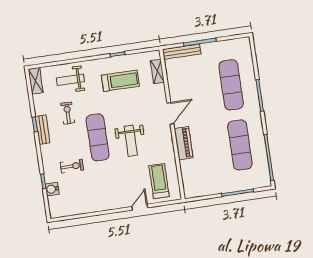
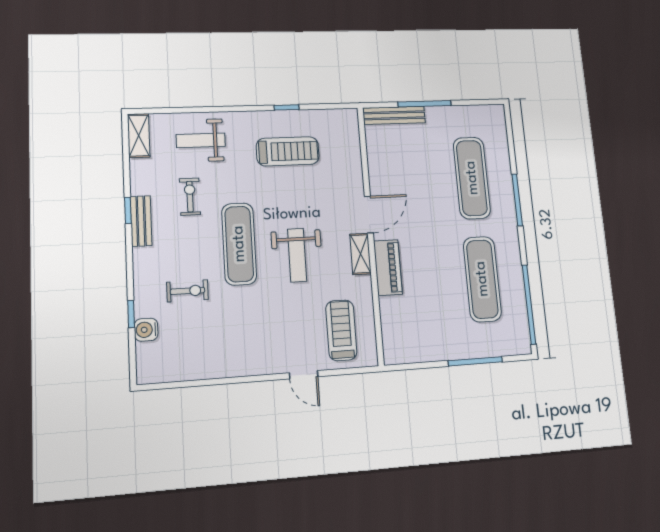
shelving: (157, 71) -> (360, 254), moved
door: (140, 207) -> (304, 375), swing flipped

